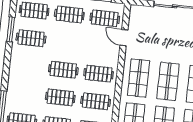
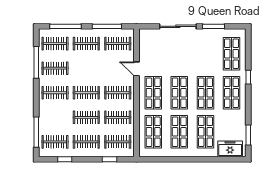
window: (11, 29) -> (36, 62), width x1.44
door: (124, 38) -> (136, 69), moved
clothes rail: (28, 66) -> (55, 93), added

